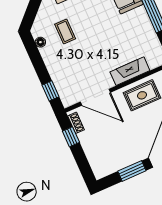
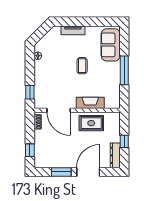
coffee table: (65, 31) -> (82, 66), moved
window: (71, 137) -> (30, 150), moved

